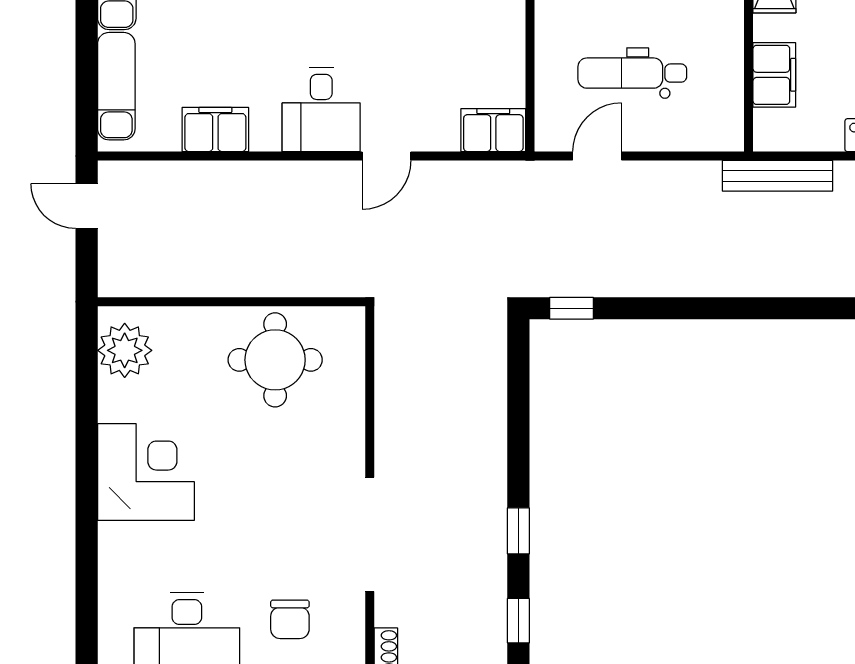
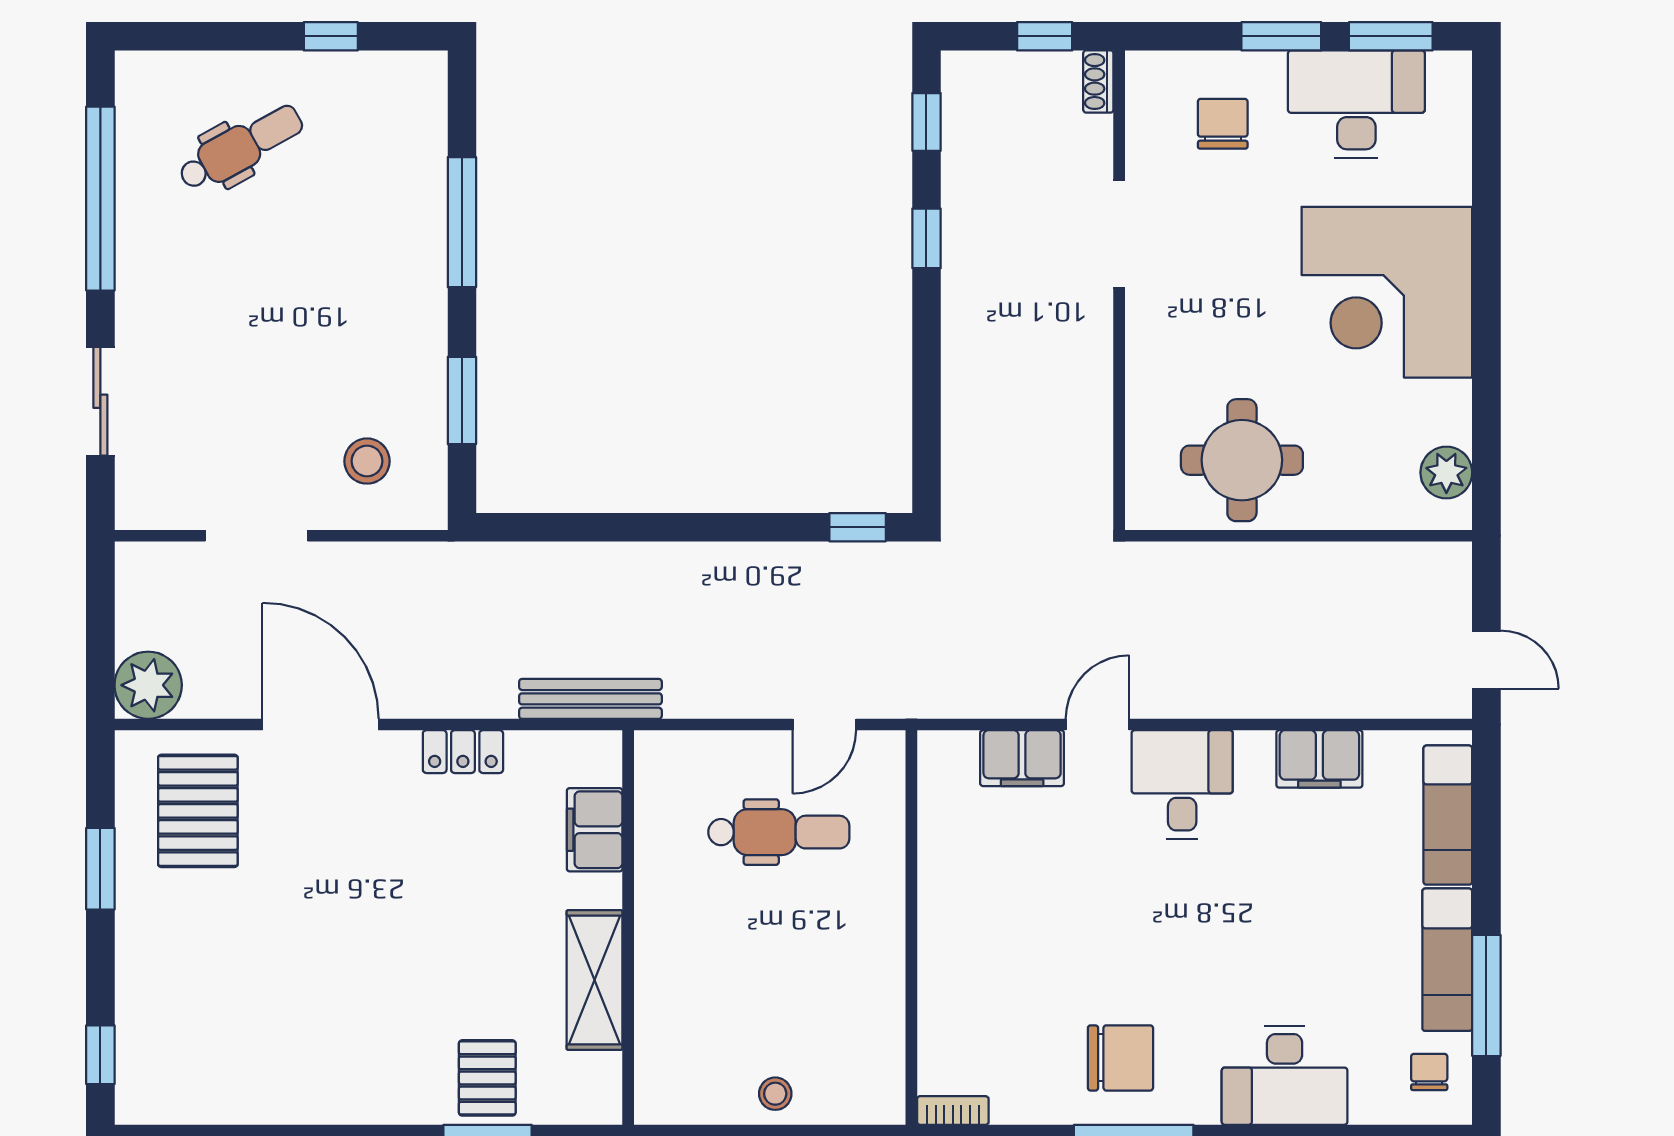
filing cabinet: (493, 130) -> (1022, 758), moved
plant: (125, 350) -> (1446, 473), width x0.73, depth x0.73
corner desk: (146, 472) -> (1387, 292), width x1.36, depth x1.36
doorway: (370, 534) -> (1119, 234), width x0.73

